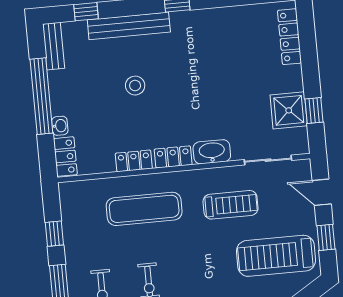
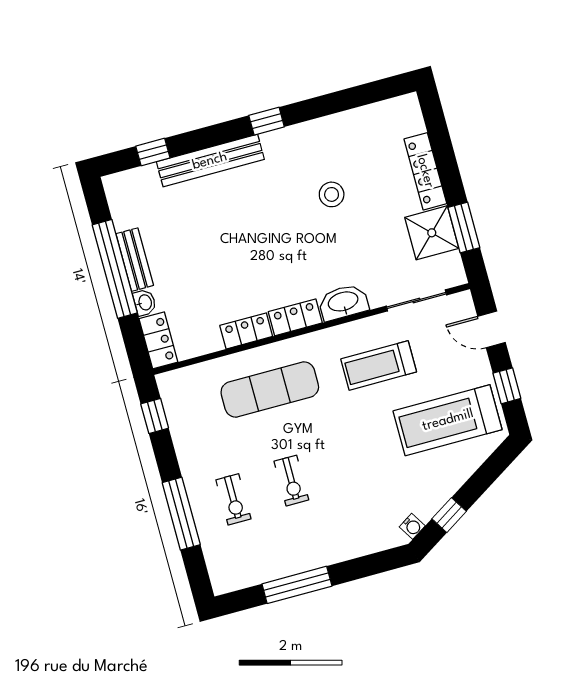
locker: (289, 37) -> (425, 171), moved
bench: (54, 46) -> (135, 260), moved
stool: (135, 86) -> (332, 194), moved
window: (314, 111) -> (464, 227), width x1.50
treadmill: (231, 205) -> (379, 365), turned 180
window: (54, 234) -> (155, 416), moved

